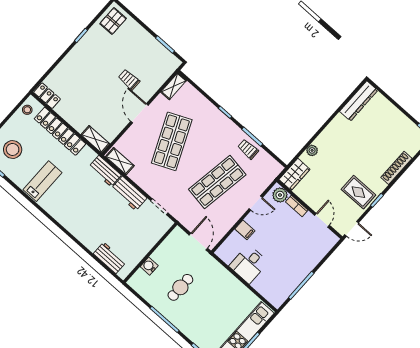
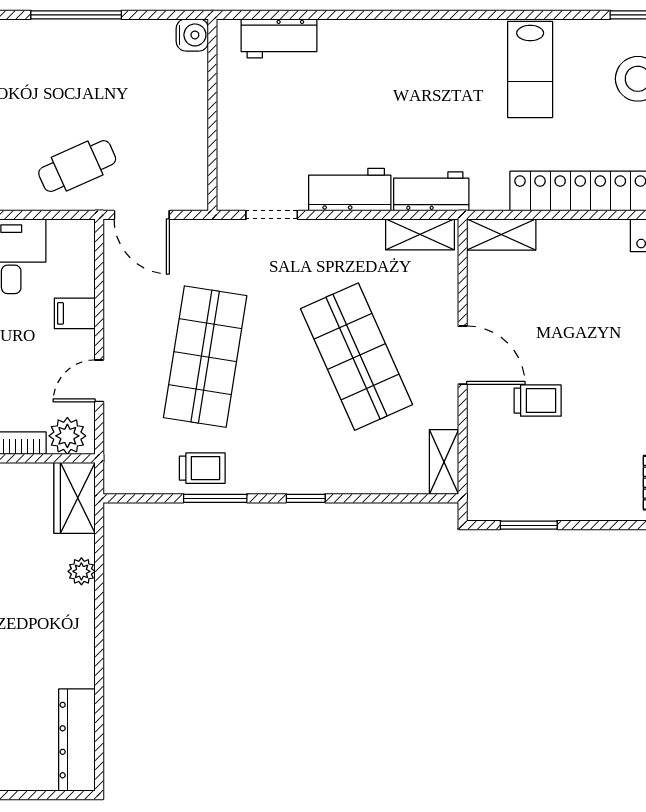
water cooler: (149, 266) -> (192, 35), moved
cafe table: (180, 287) -> (77, 166), moved, turned 66

